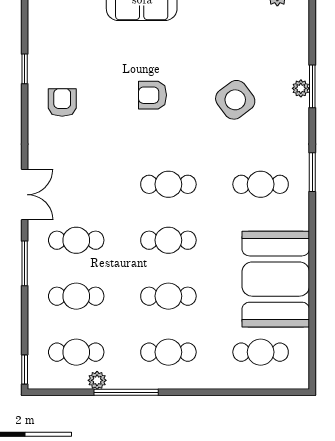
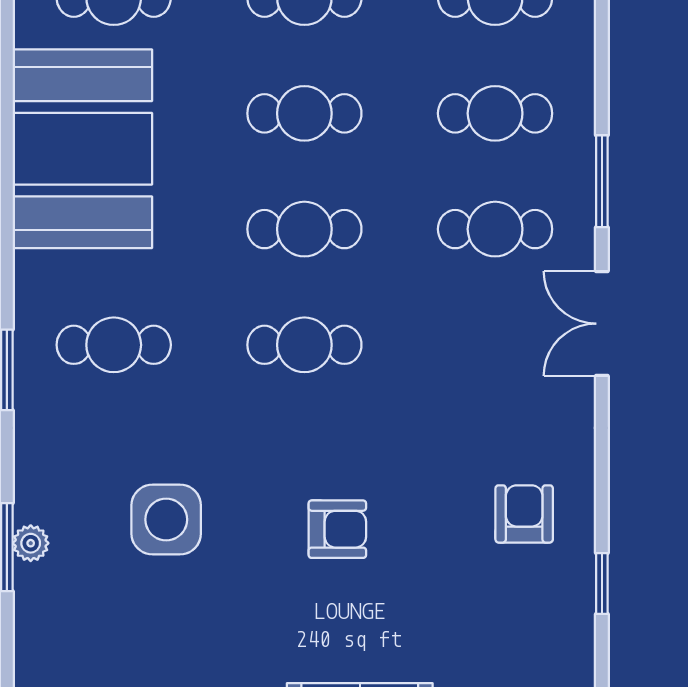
side table: (235, 100) -> (166, 520), turned 37
armchair: (62, 103) -> (524, 514), turned 180

